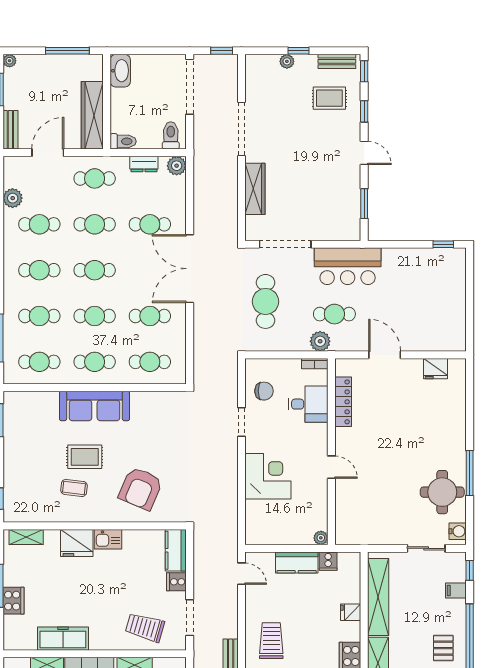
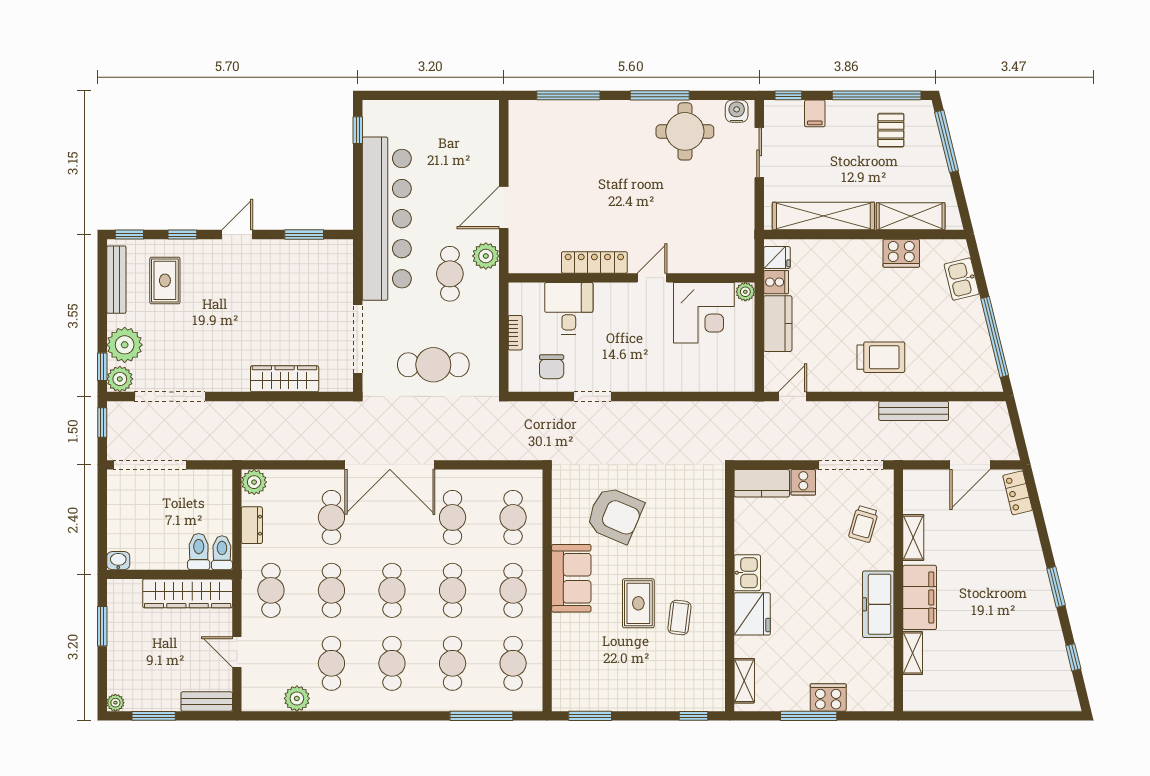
window: (67, 51) -> (102, 626), width x0.69
window: (299, 51) -> (102, 367), moved
plant: (287, 61) -> (125, 345), width x1.87, depth x1.87
bench: (337, 61) -> (116, 280), width x1.36
plant: (255, 64) -> (120, 379), added
washbasin: (120, 71) -> (118, 561), width x0.52, depth x0.69
doorway: (241, 129) -> (170, 396), moved
toilet: (171, 135) -> (199, 552), moved, turned 90
door: (48, 153) -> (237, 652), width x0.73
bar counter: (348, 266) -> (387, 219), width x1.86
plant: (320, 341) -> (486, 256), moved
bookcase: (315, 364) -> (515, 333), moved
fridge: (435, 369) -> (522, 140), removed
chair: (264, 391) -> (552, 367), turned 180
locker: (343, 402) -> (594, 262), moved
window: (470, 404) -> (568, 95), added
sofa: (94, 406) -> (571, 578), width x0.73
corner desk: (268, 476) -> (704, 313), moved, turned 180
armchair: (141, 488) -> (615, 515), moved
fridge: (351, 612) -> (777, 258), moved, turned -90
doorway: (190, 618) -> (851, 465), width x1.36
trolley: (145, 627) -> (863, 524), width x0.73, depth x0.72
freezer: (63, 639) -> (878, 604), moved
trolley: (271, 641) -> (881, 357), turned 180
pallet: (443, 648) -> (891, 130), turned 90

